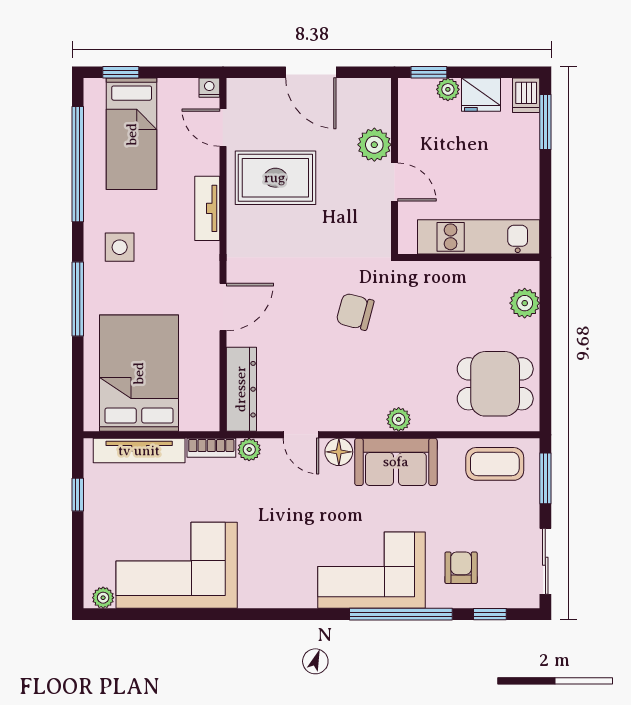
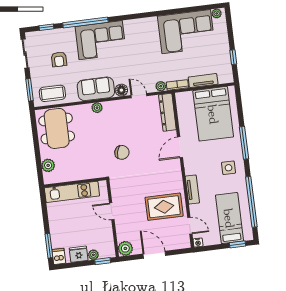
plant: (374, 145) -> (125, 248), moved
dining table: (495, 384) -> (57, 128), width x1.37
tv unit: (139, 451) -> (203, 81), width x0.71
armchair: (461, 568) -> (59, 59), moved

